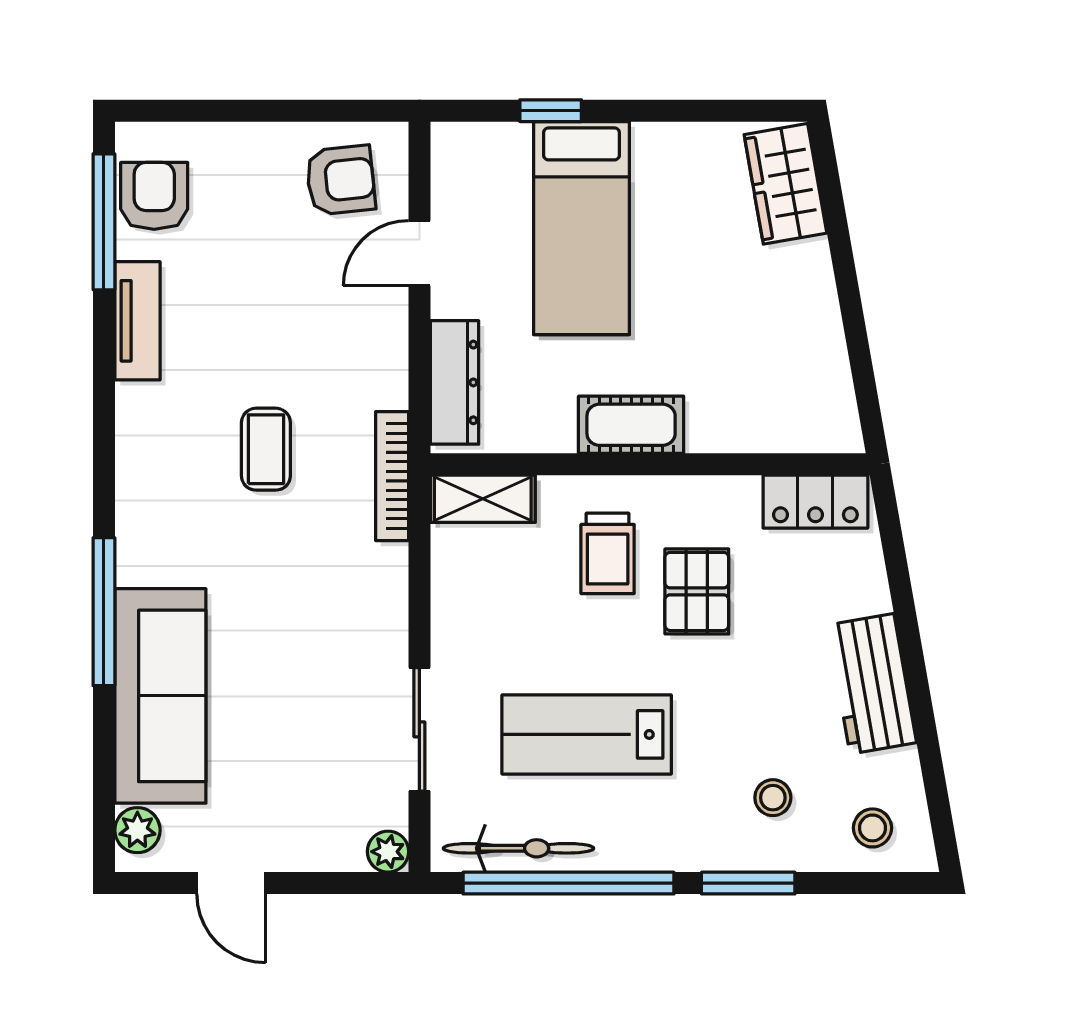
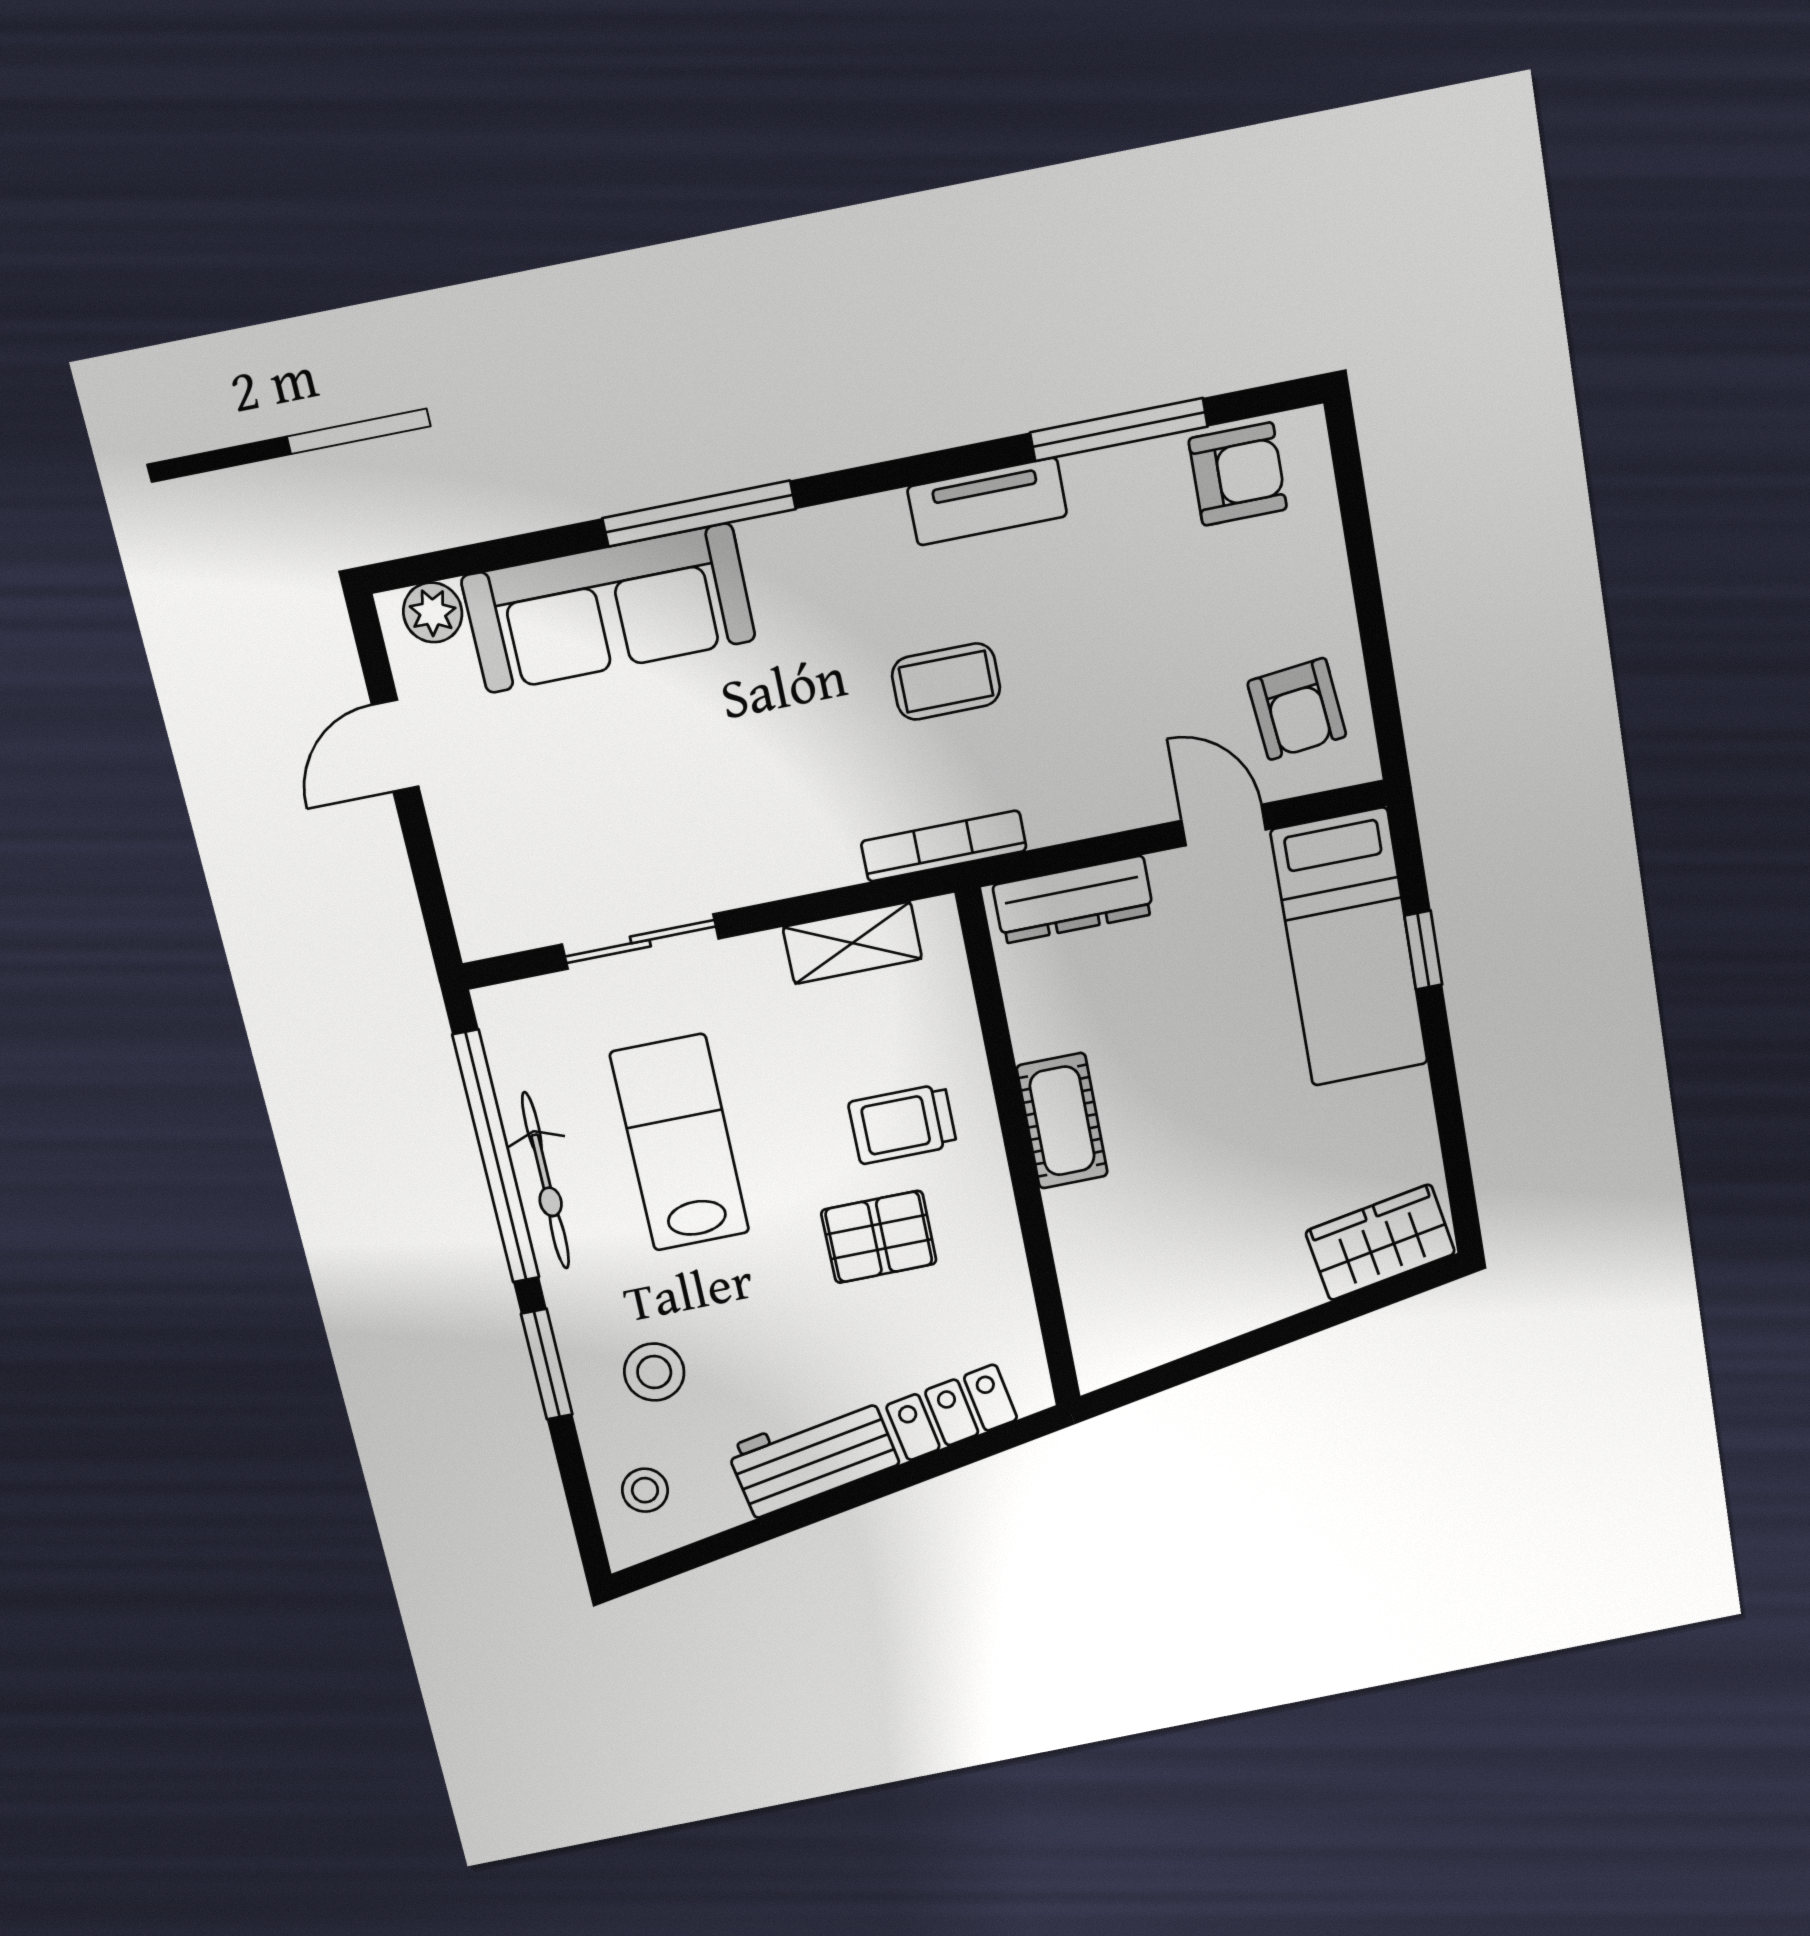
window: (104, 222) -> (1119, 430), moved
bed: (581, 228) -> (1350, 948), moved, turned -90
tv unit: (137, 321) -> (987, 501), moved
shelving: (483, 499) -> (852, 943), moved, turned 90
locker: (815, 502) -> (952, 1412), moved, turned 80
stool: (773, 798) -> (654, 1372), width x1.37, depth x1.37
bicycle: (519, 848) -> (546, 1181), moved
plant: (388, 852) -> (482, 933), removed

